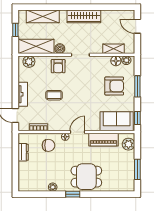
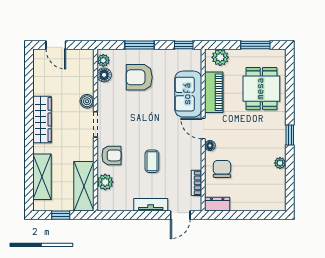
door: (137, 26) -> (56, 45), hinge flipped
boiler: (60, 49) -> (87, 101), moved
shelving: (114, 49) -> (87, 78), removed
plant: (29, 62) -> (105, 182), moved
armchair: (114, 86) -> (139, 77), turned -90
sofa: (117, 121) -> (188, 94), moved
dresser: (23, 152) -> (217, 204), moved
dining table: (86, 177) -> (261, 89), moved

